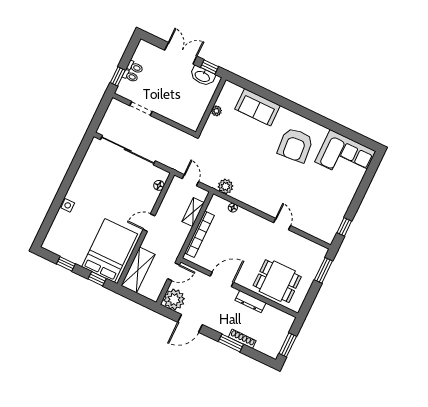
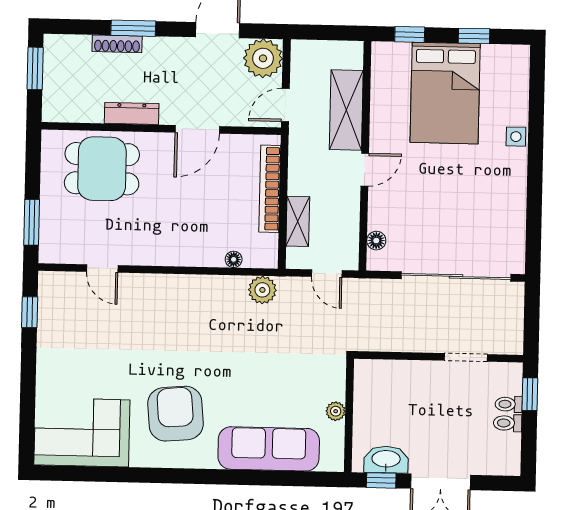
sofa: (258, 107) -> (269, 449), width x1.36
door: (282, 224) -> (102, 268), moved
bed: (110, 250) -> (445, 93), moved
shelving: (138, 270) -> (346, 110), moved

